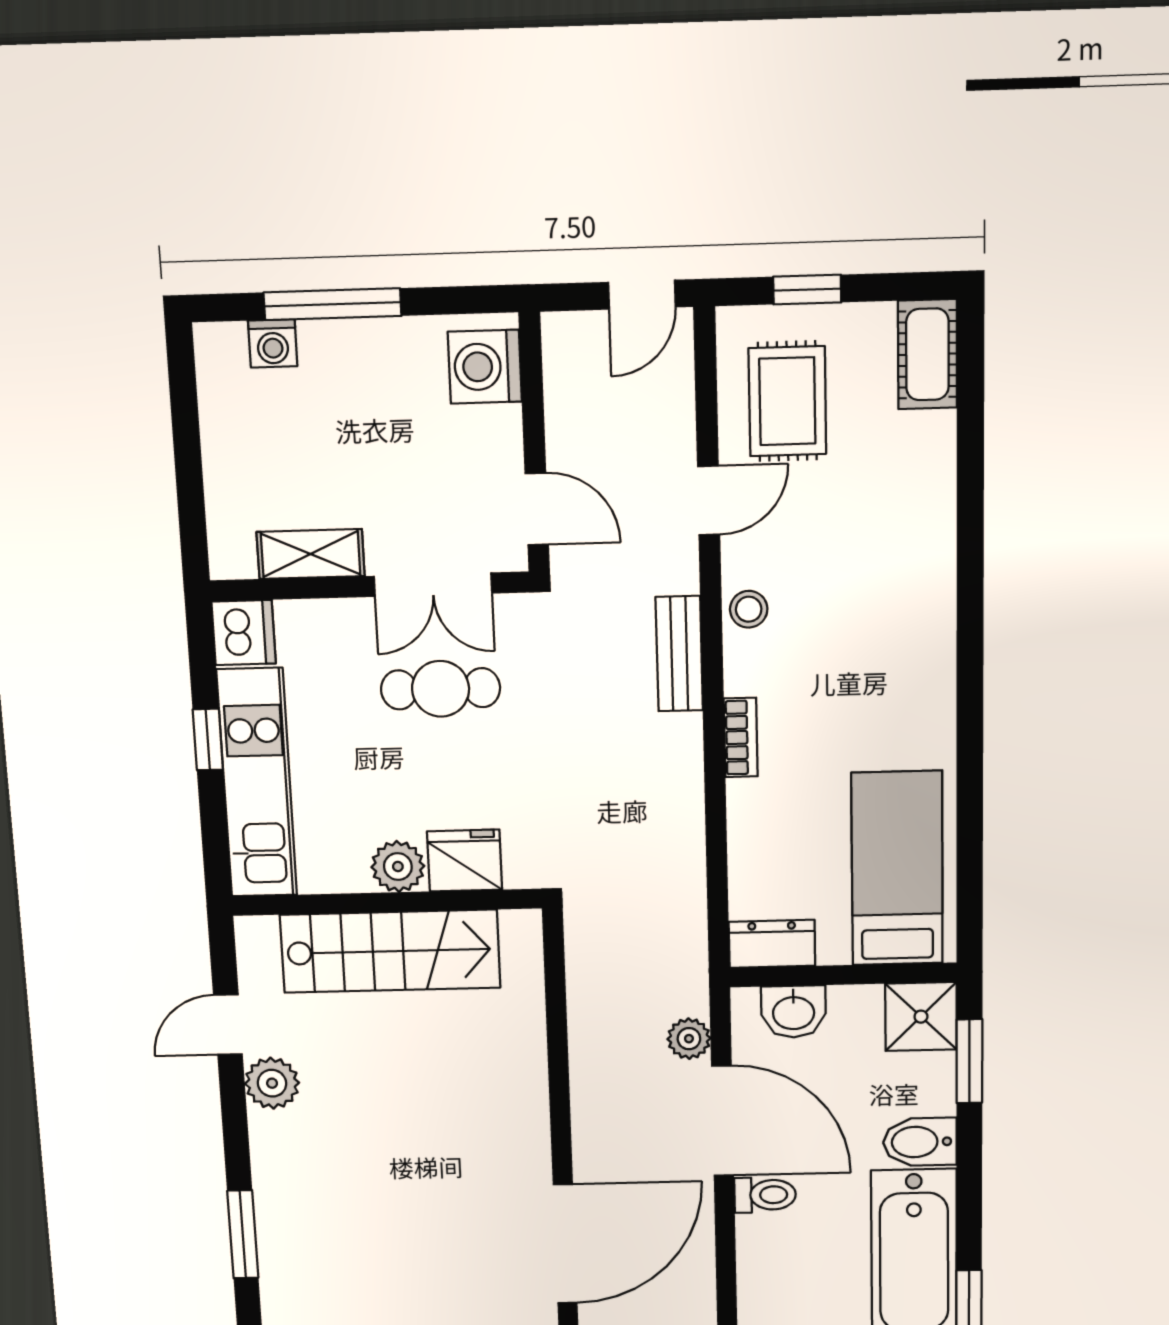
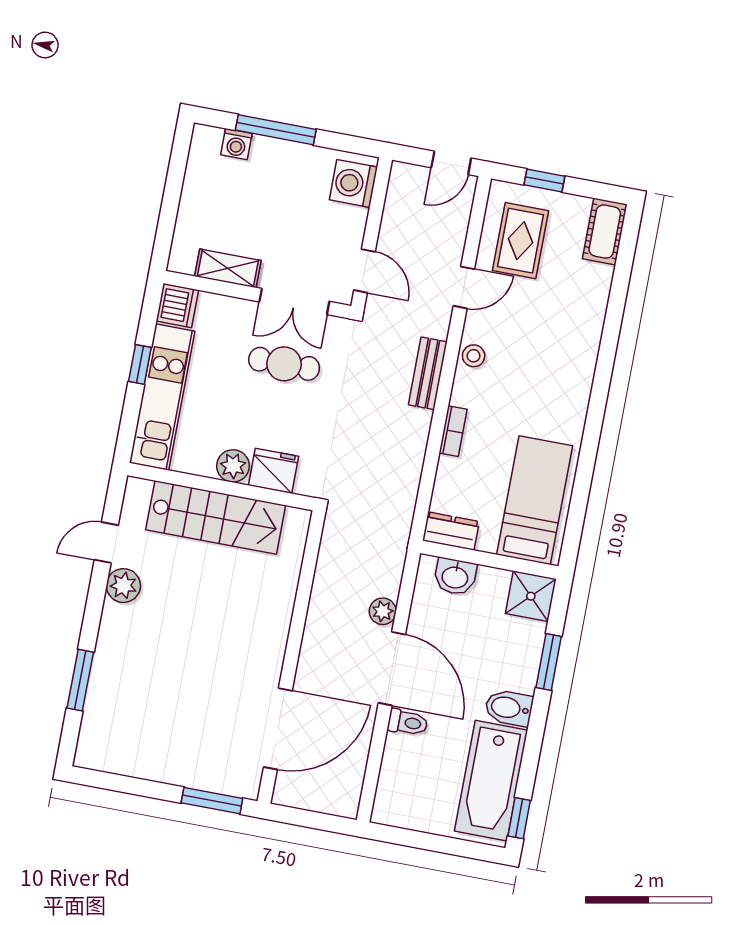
bed: (897, 869) -> (535, 500), moved
dresser: (772, 944) -> (451, 531), moved
wall: (843, 975) -> (489, 560), moved
washbasin: (794, 1012) -> (455, 577), moved
shower: (921, 1017) -> (531, 596), moved

